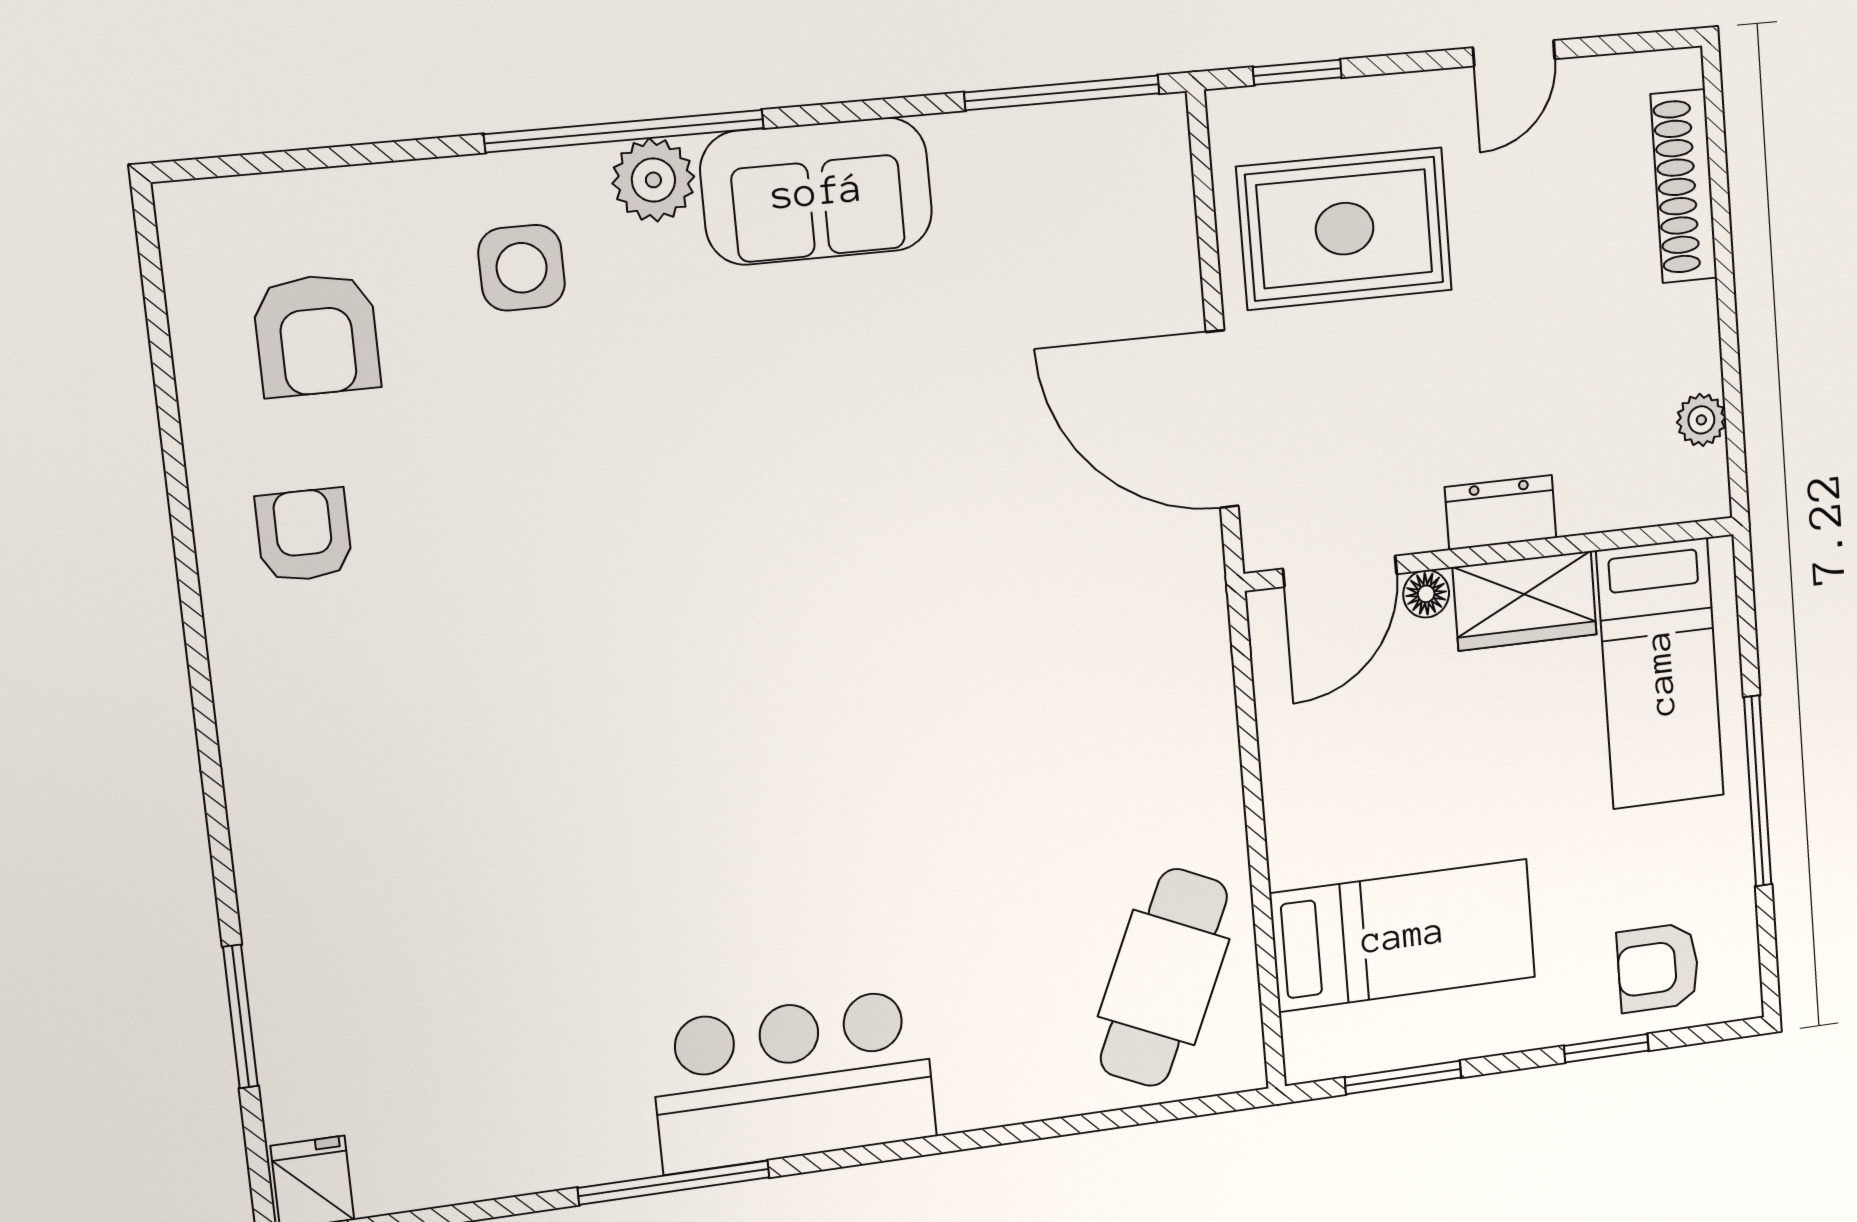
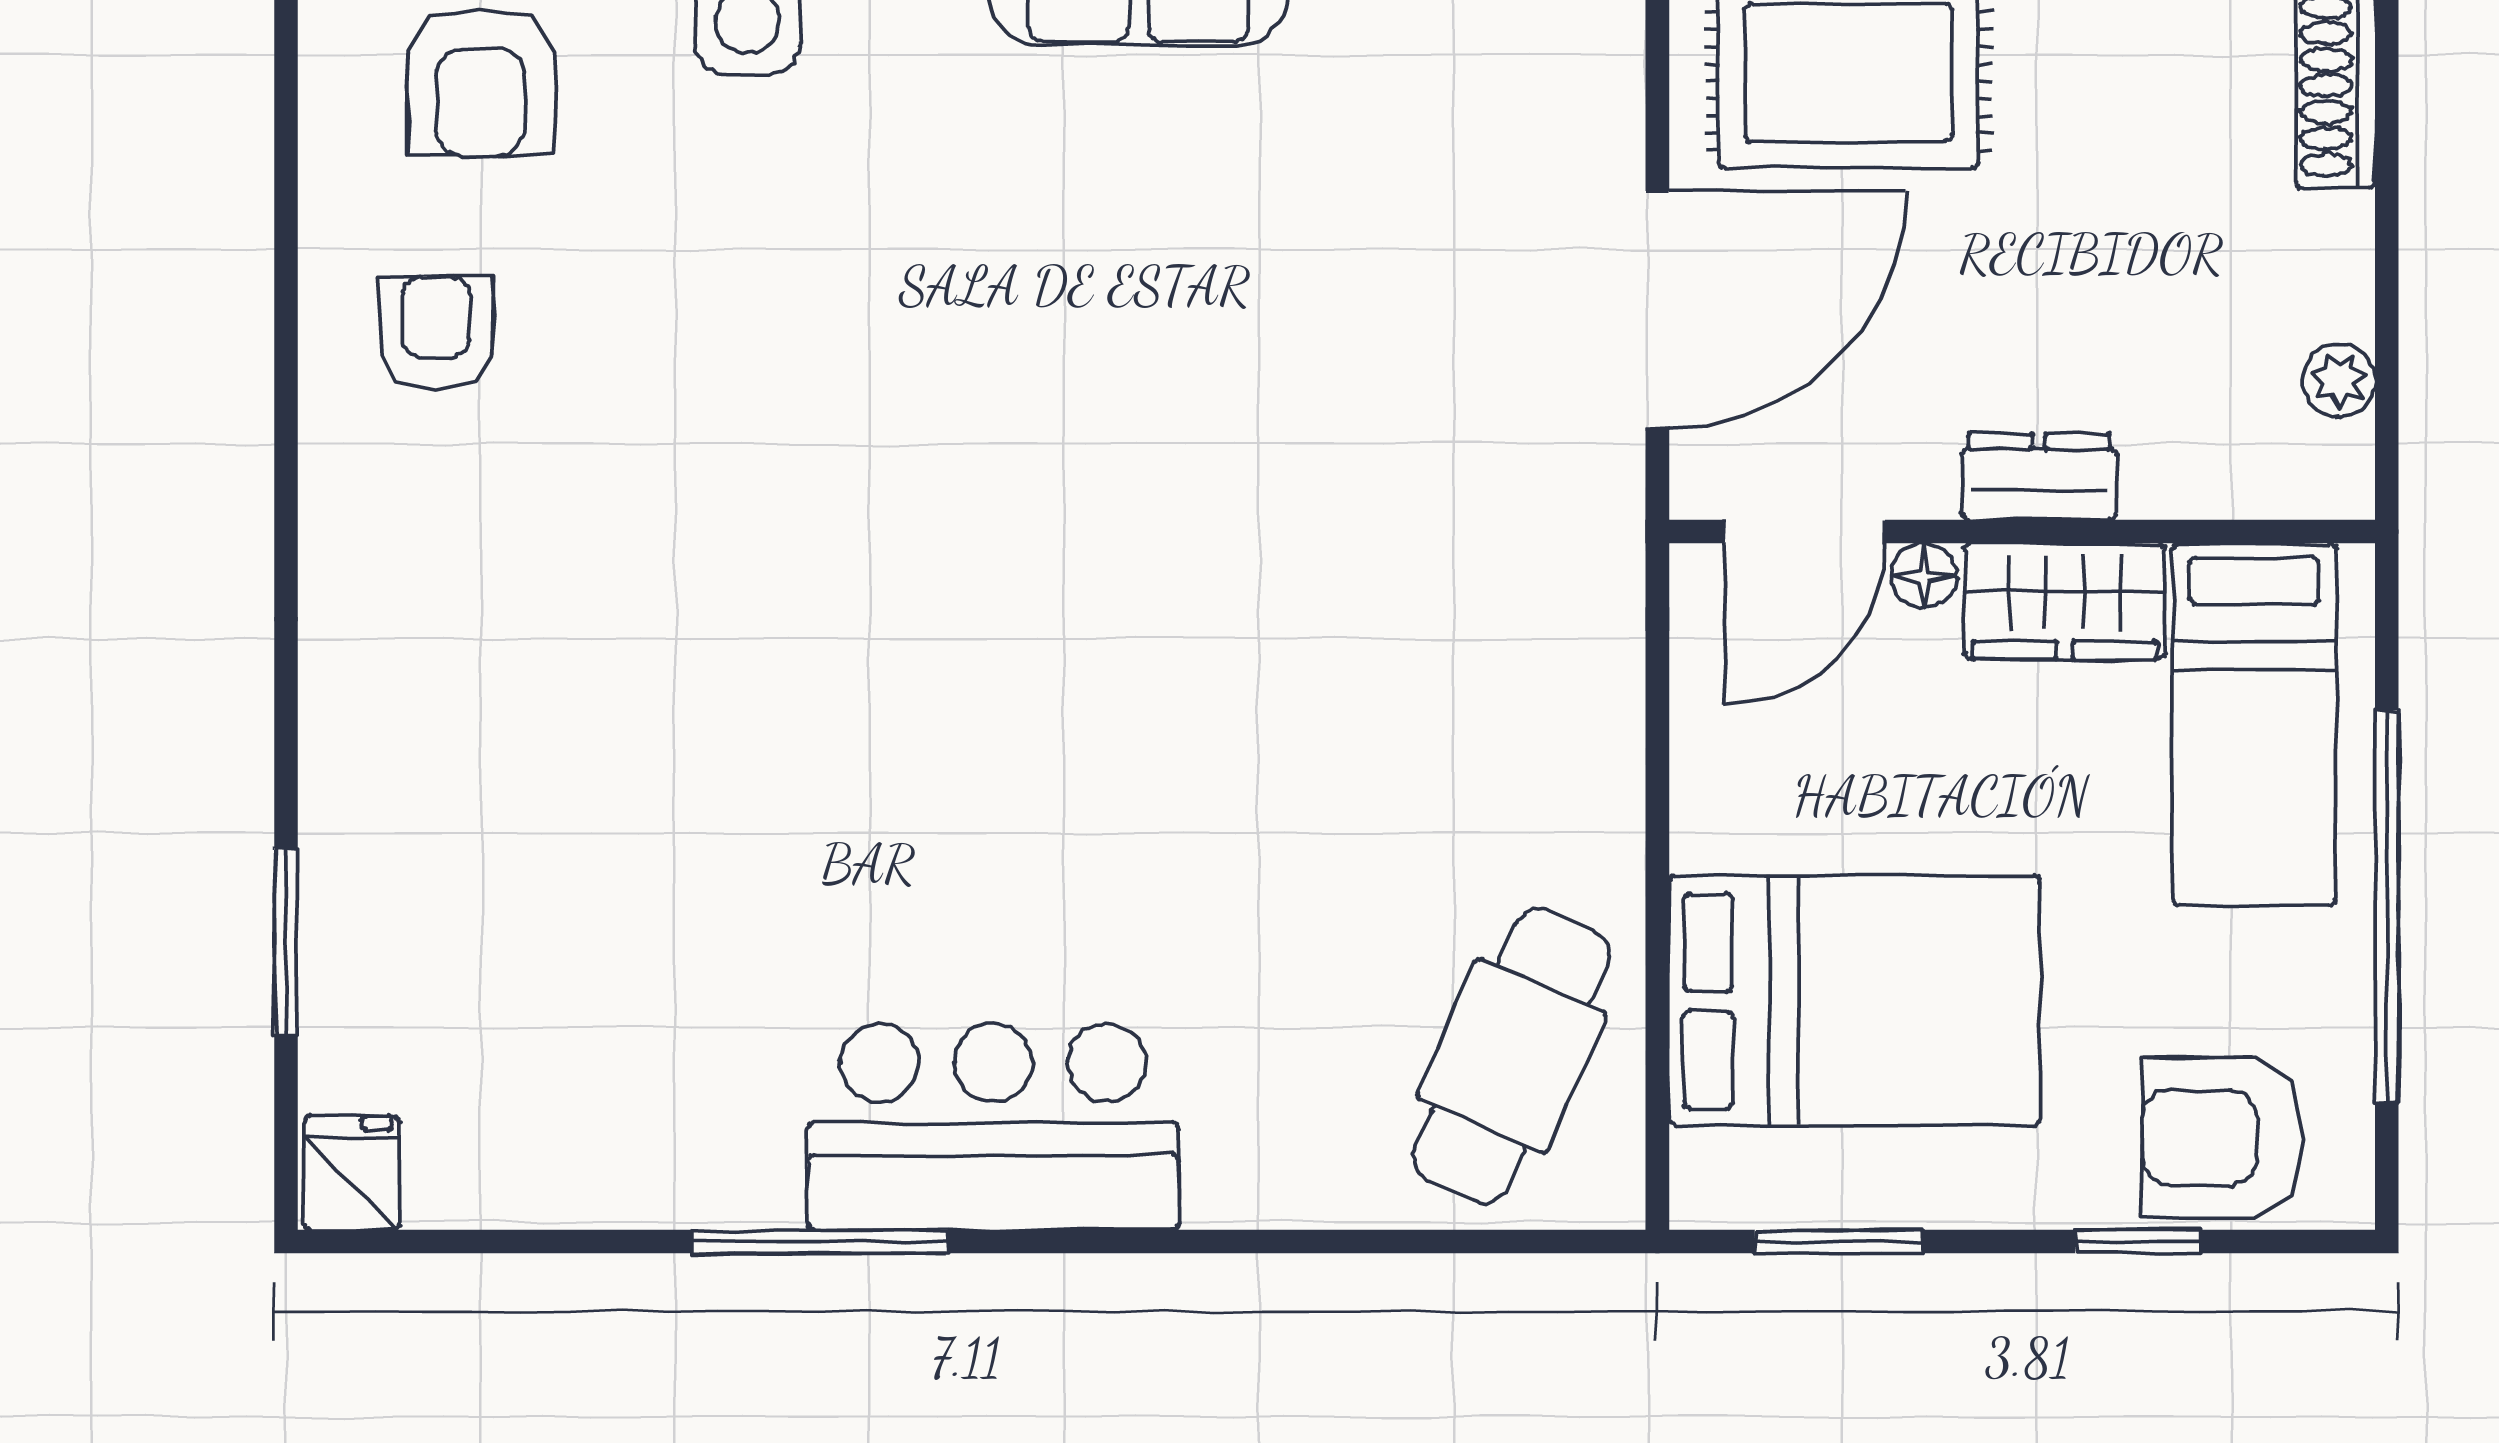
door: (1222, 419) -> (1657, 309), swing flipped
window: (1758, 791) -> (2387, 907), width x1.46
bed: (1403, 935) -> (1854, 1001), width x1.50
armchair: (1658, 968) -> (2222, 1138), width x1.38, depth x1.38

